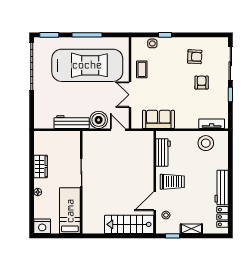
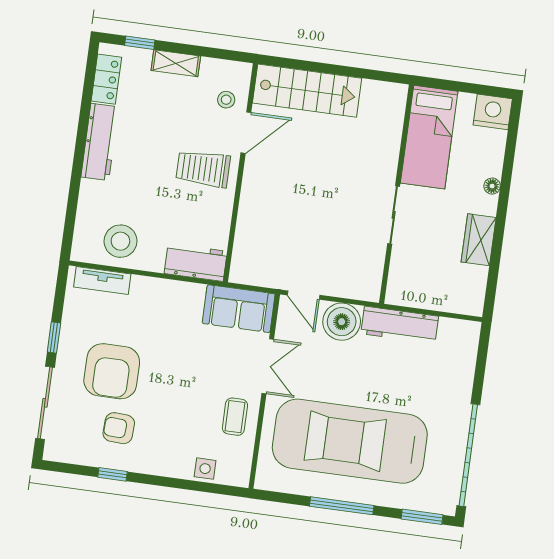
window: (165, 35) -> (113, 474), moved
armchair: (202, 83) -> (112, 371), width x1.88, depth x1.88
sofa: (158, 119) -> (239, 309), moved
workbench: (163, 152) -> (196, 262), moved, turned 90
window: (172, 236) -> (140, 43), moved

